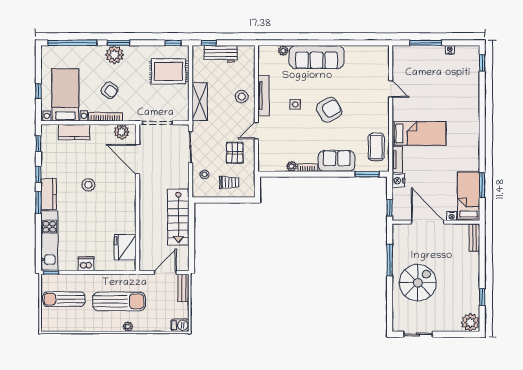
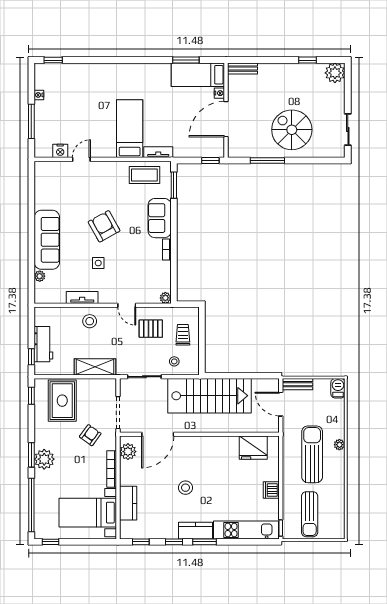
armchair: (109, 90) -> (90, 435), moved
window: (38, 91) -> (51, 542), moved
tv unit: (263, 96) -> (82, 297), width x0.71
plant: (292, 166) -> (165, 298), moved
nightstand: (398, 181) -> (60, 151), moved
stairs: (178, 217) -> (209, 396), width x1.36, depth x1.51

